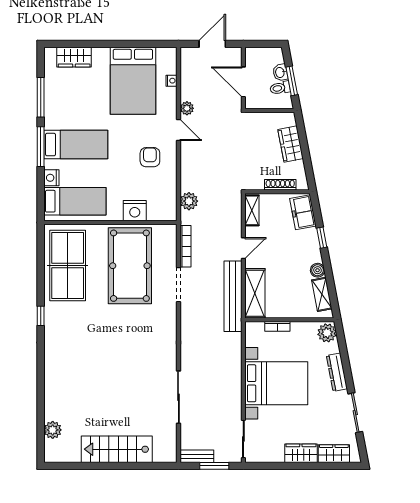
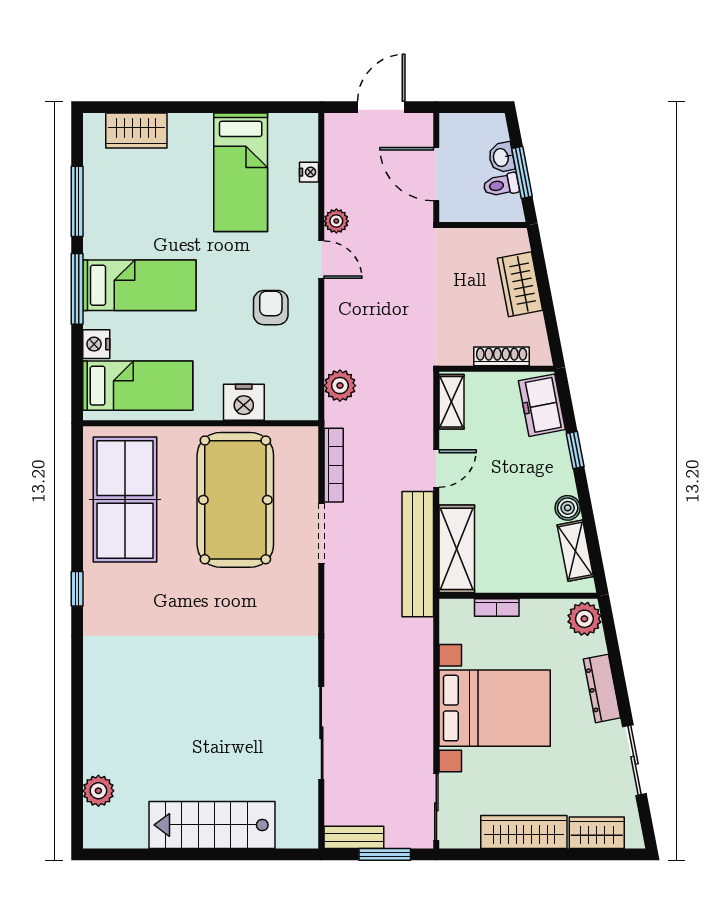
bed: (133, 81) -> (241, 172), width x0.67
wardrobe: (301, 453) -> (524, 832), width x1.50

